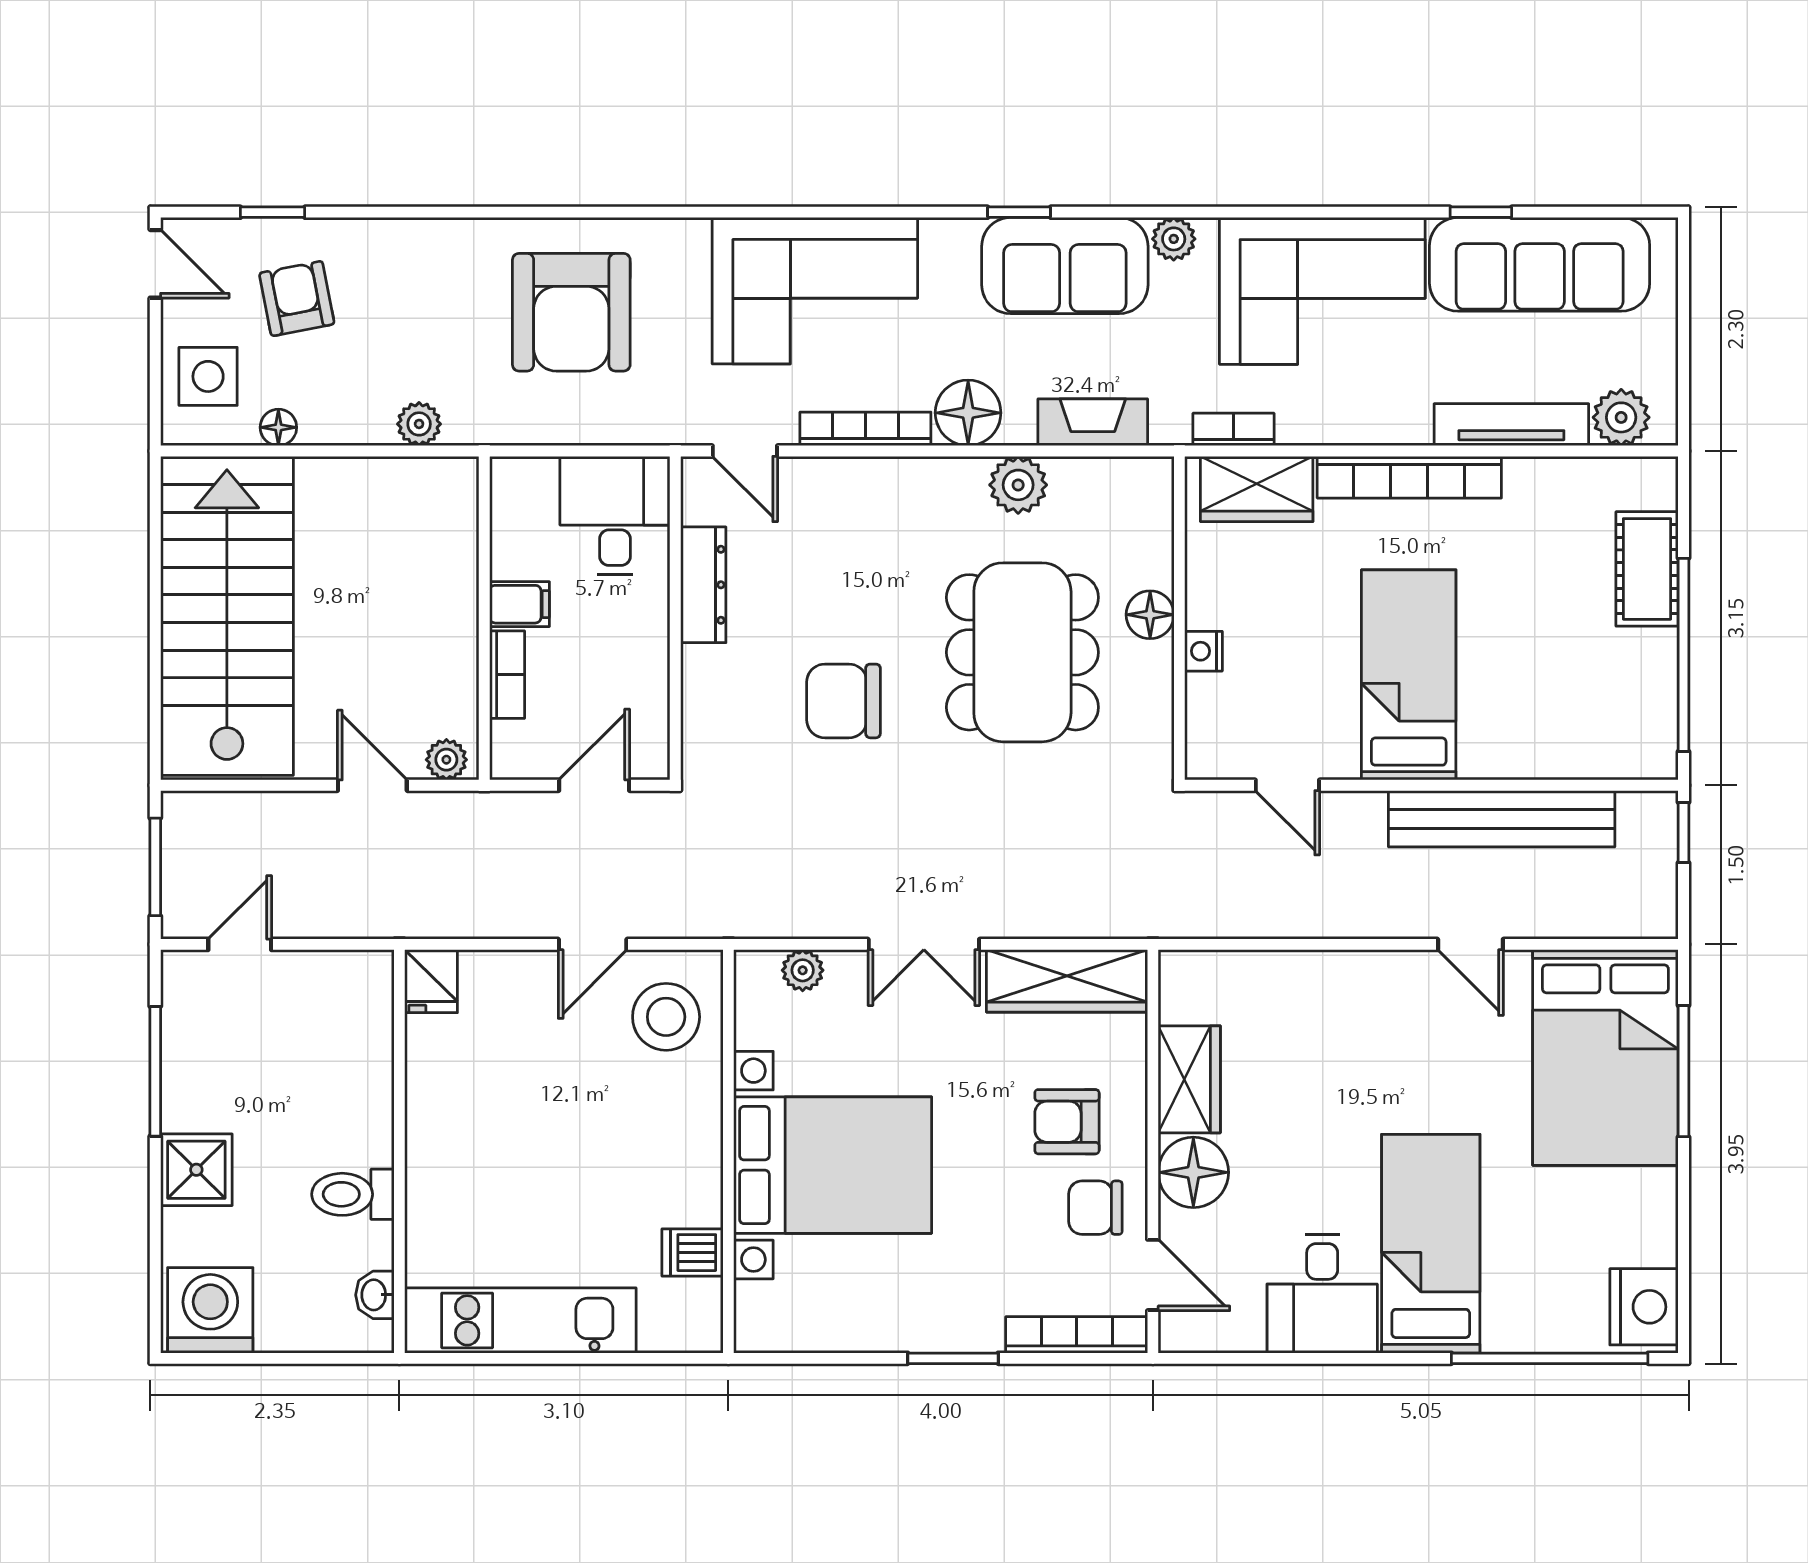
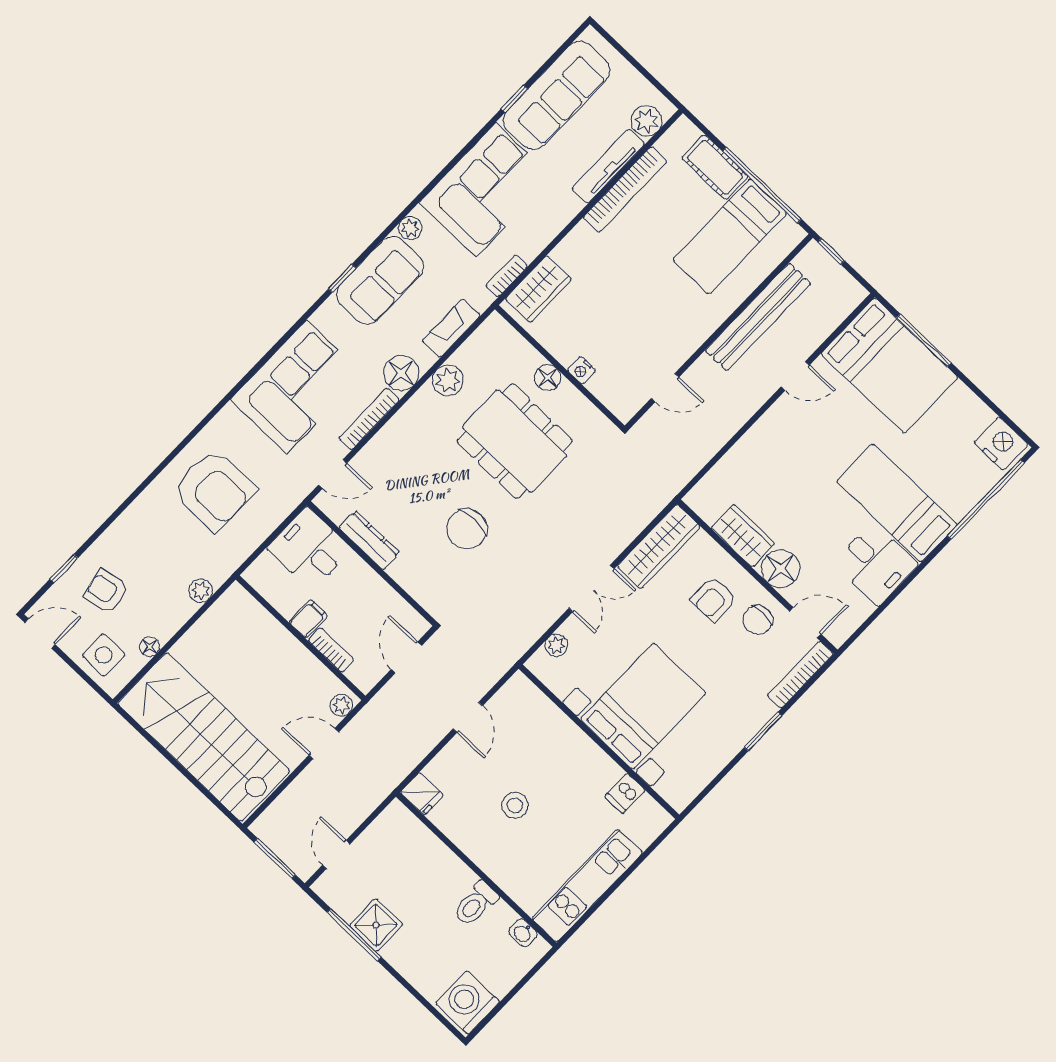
bookcase: (1409, 477) -> (625, 190), moved
bed: (1409, 675) -> (730, 237), moved, turned -90
stool: (666, 1017) -> (515, 805), moved, width x0.73, depth x0.73
shower: (196, 1170) -> (376, 925), moved

